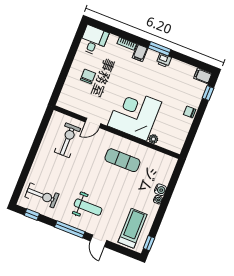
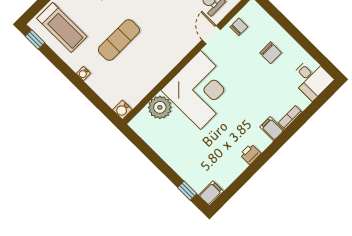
window: (159, 49) -> (267, 155), removed
chair: (190, 112) -> (239, 27), moved
plant: (153, 139) -> (160, 107), width x1.88, depth x1.88
exercise mat: (122, 160) -> (119, 40), moved
water cooler: (160, 190) -> (122, 110), moved

